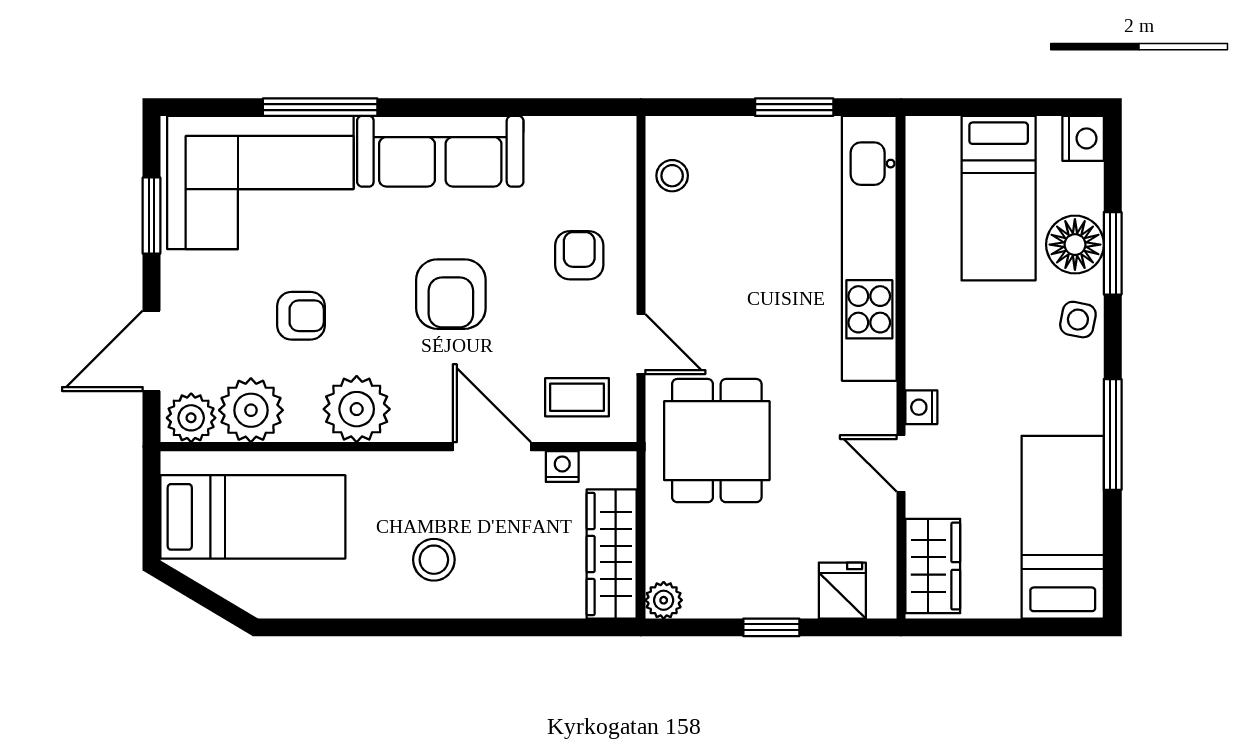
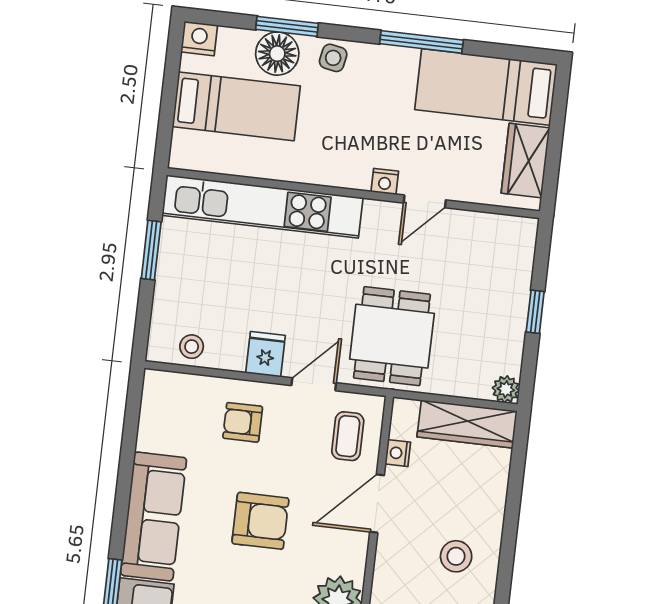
dining table: (717, 441) -> (392, 336), turned 90
wardrobe: (933, 566) -> (525, 161), moved, turned -90
fridge: (842, 591) -> (266, 354), moved, turned 90

